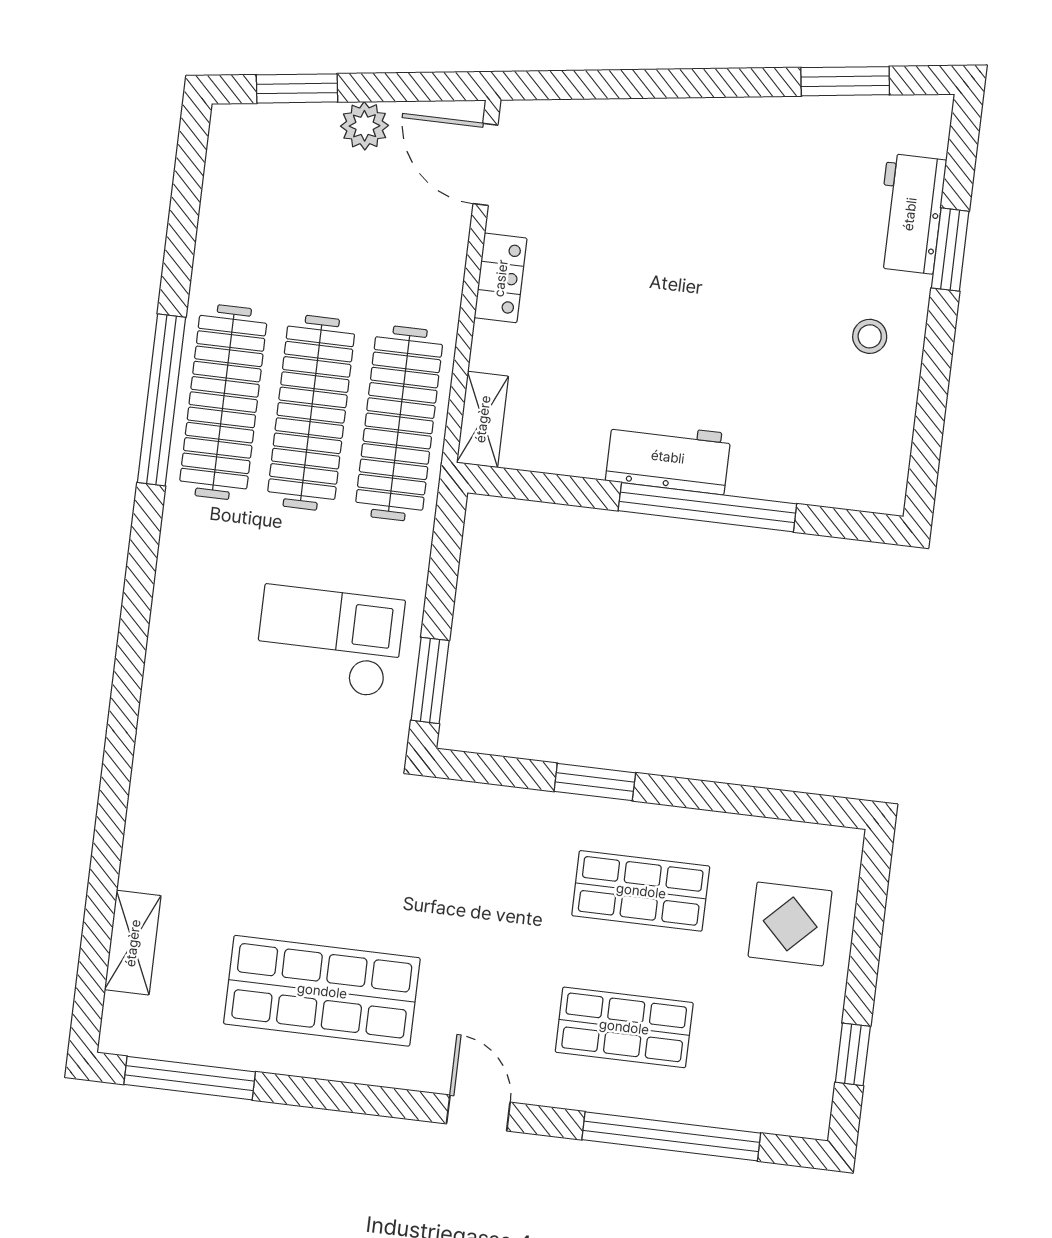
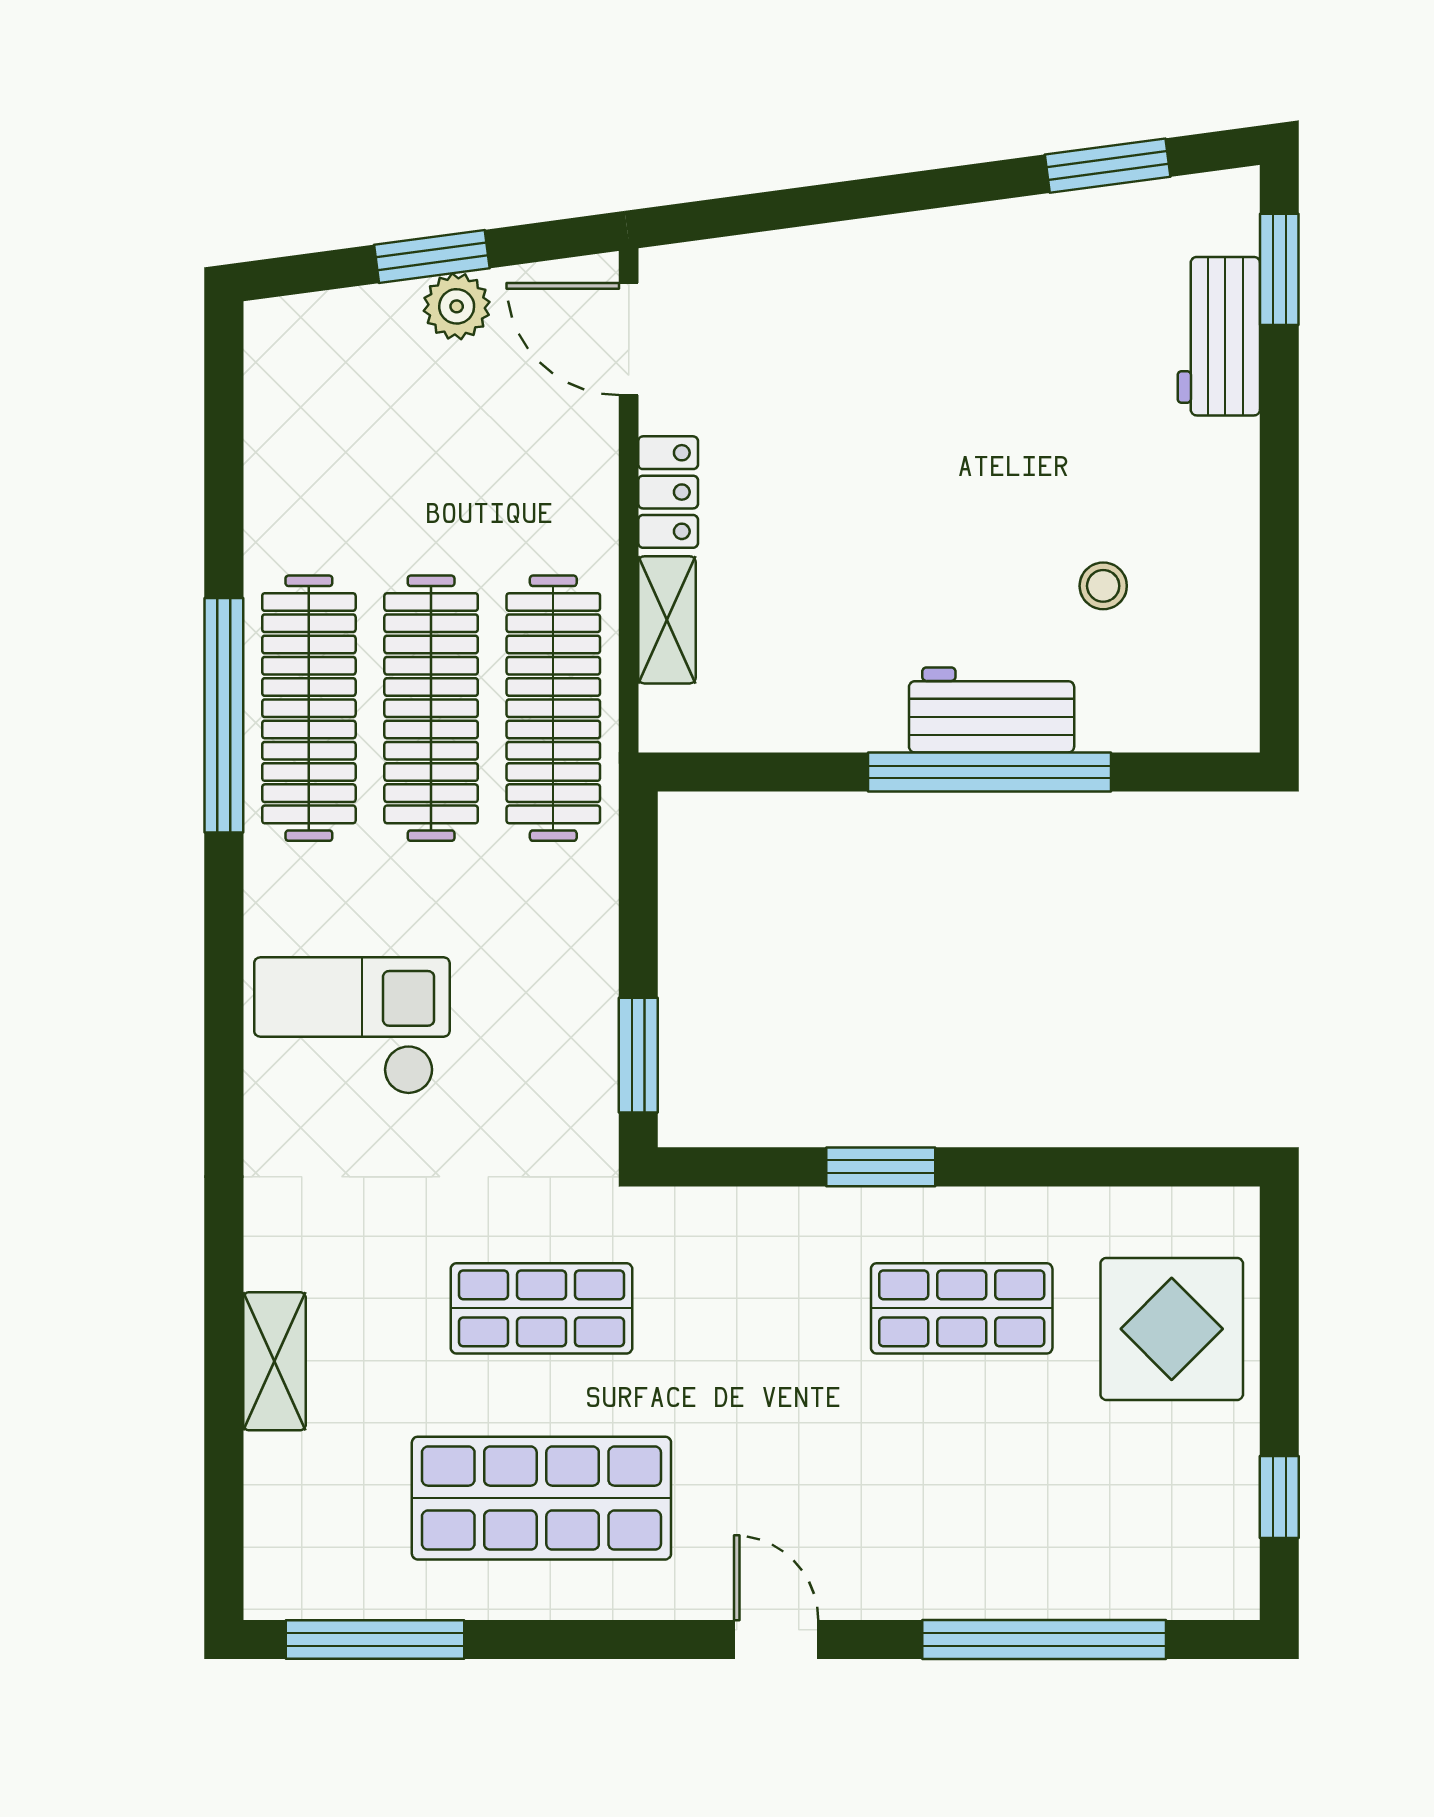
window: (297, 88) -> (432, 256), moved
window: (950, 250) -> (1279, 269), moved
stool: (870, 336) -> (1103, 586), moved
shelving: (483, 419) -> (667, 620), moved
workbench: (668, 457) -> (992, 710), moved
checkout: (329, 641) -> (352, 1026), moved
display table: (790, 924) -> (1172, 1329), width x1.36, depth x1.36
shelving: (133, 943) -> (274, 1361), moved
shop shelf: (624, 1027) -> (541, 1308), moved

